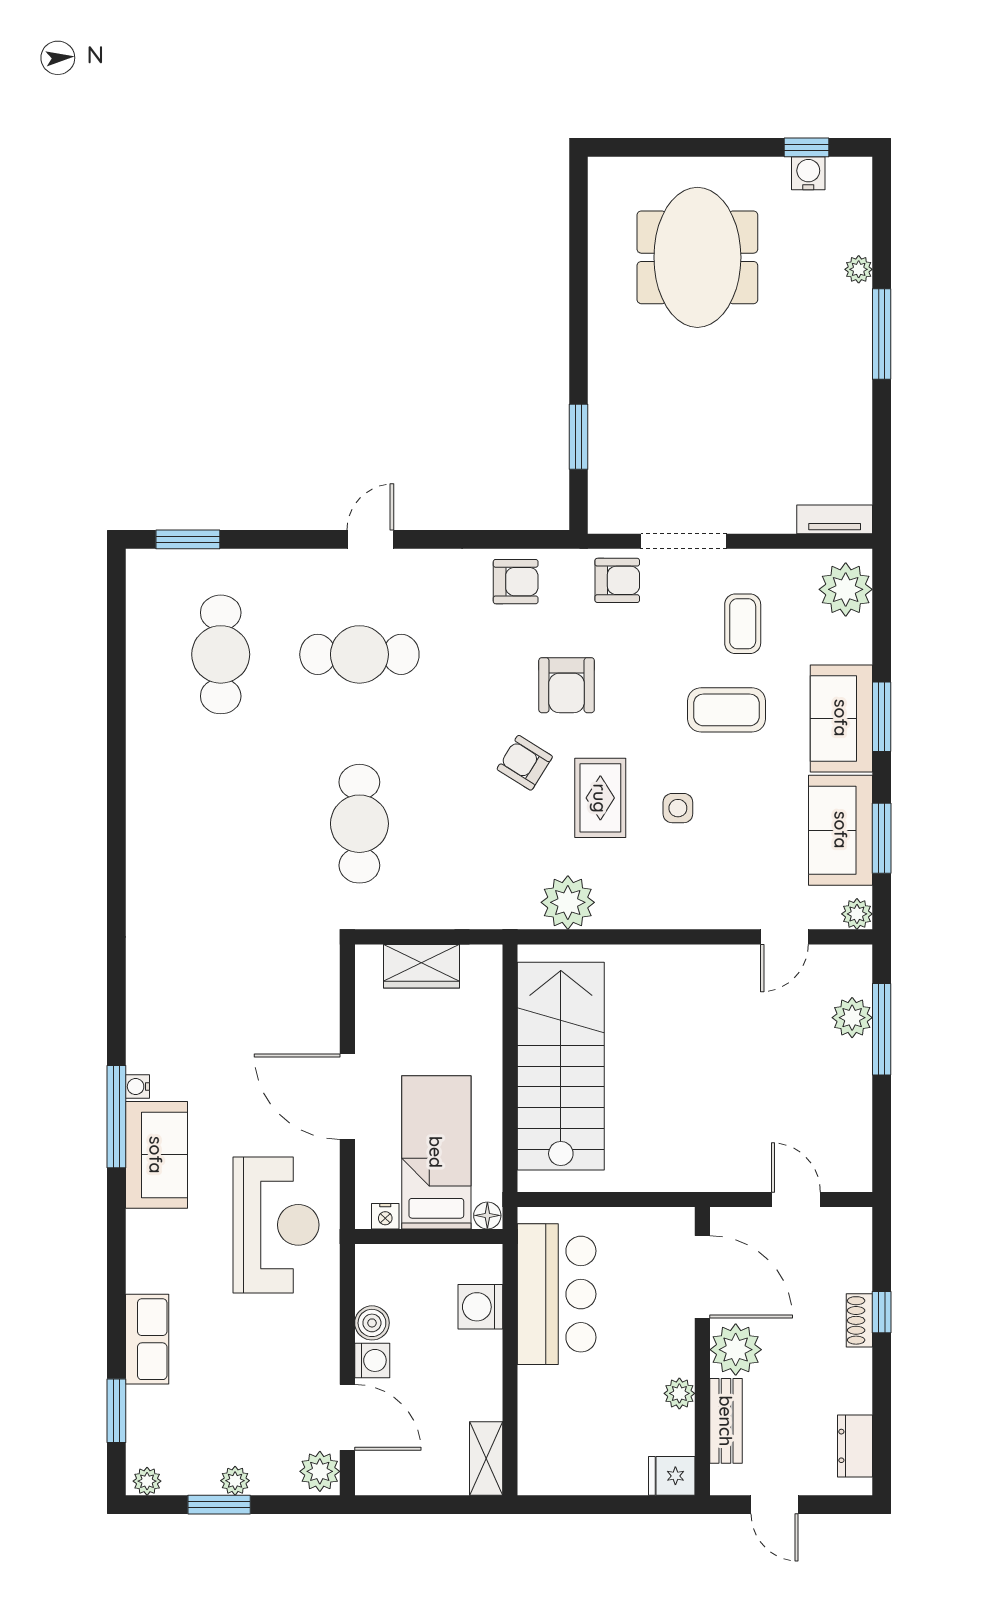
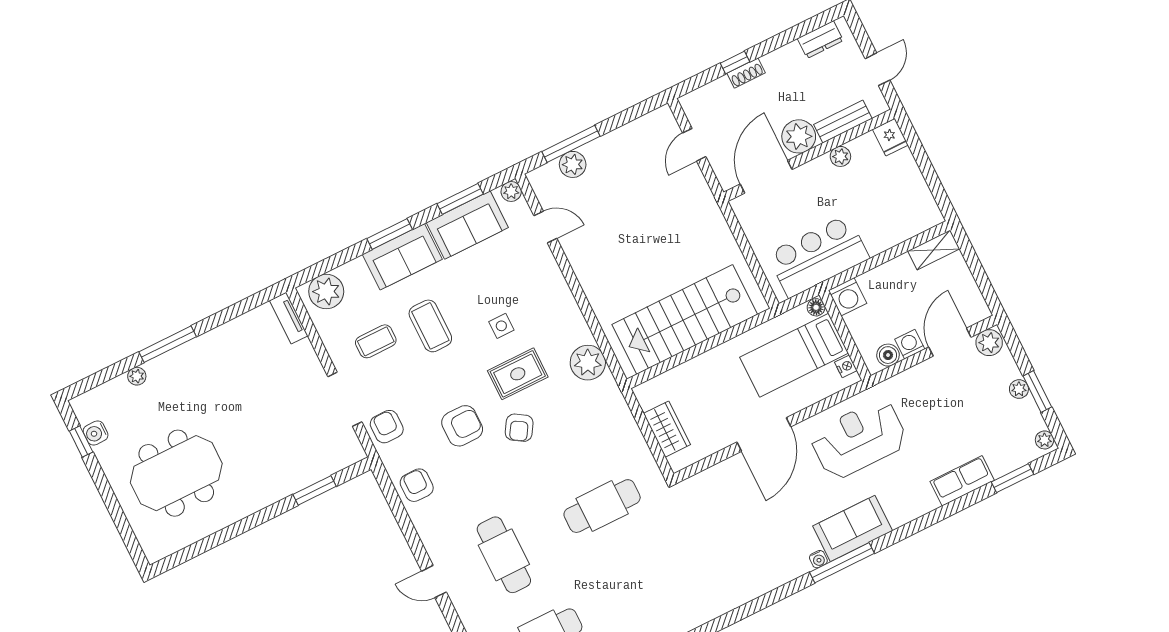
bed: (436, 1152) -> (794, 355), moved
floor lamp: (487, 1215) -> (816, 307), moved
nightstand: (385, 1216) -> (846, 366), moved
wall: (429, 1236) -> (845, 335), moved

